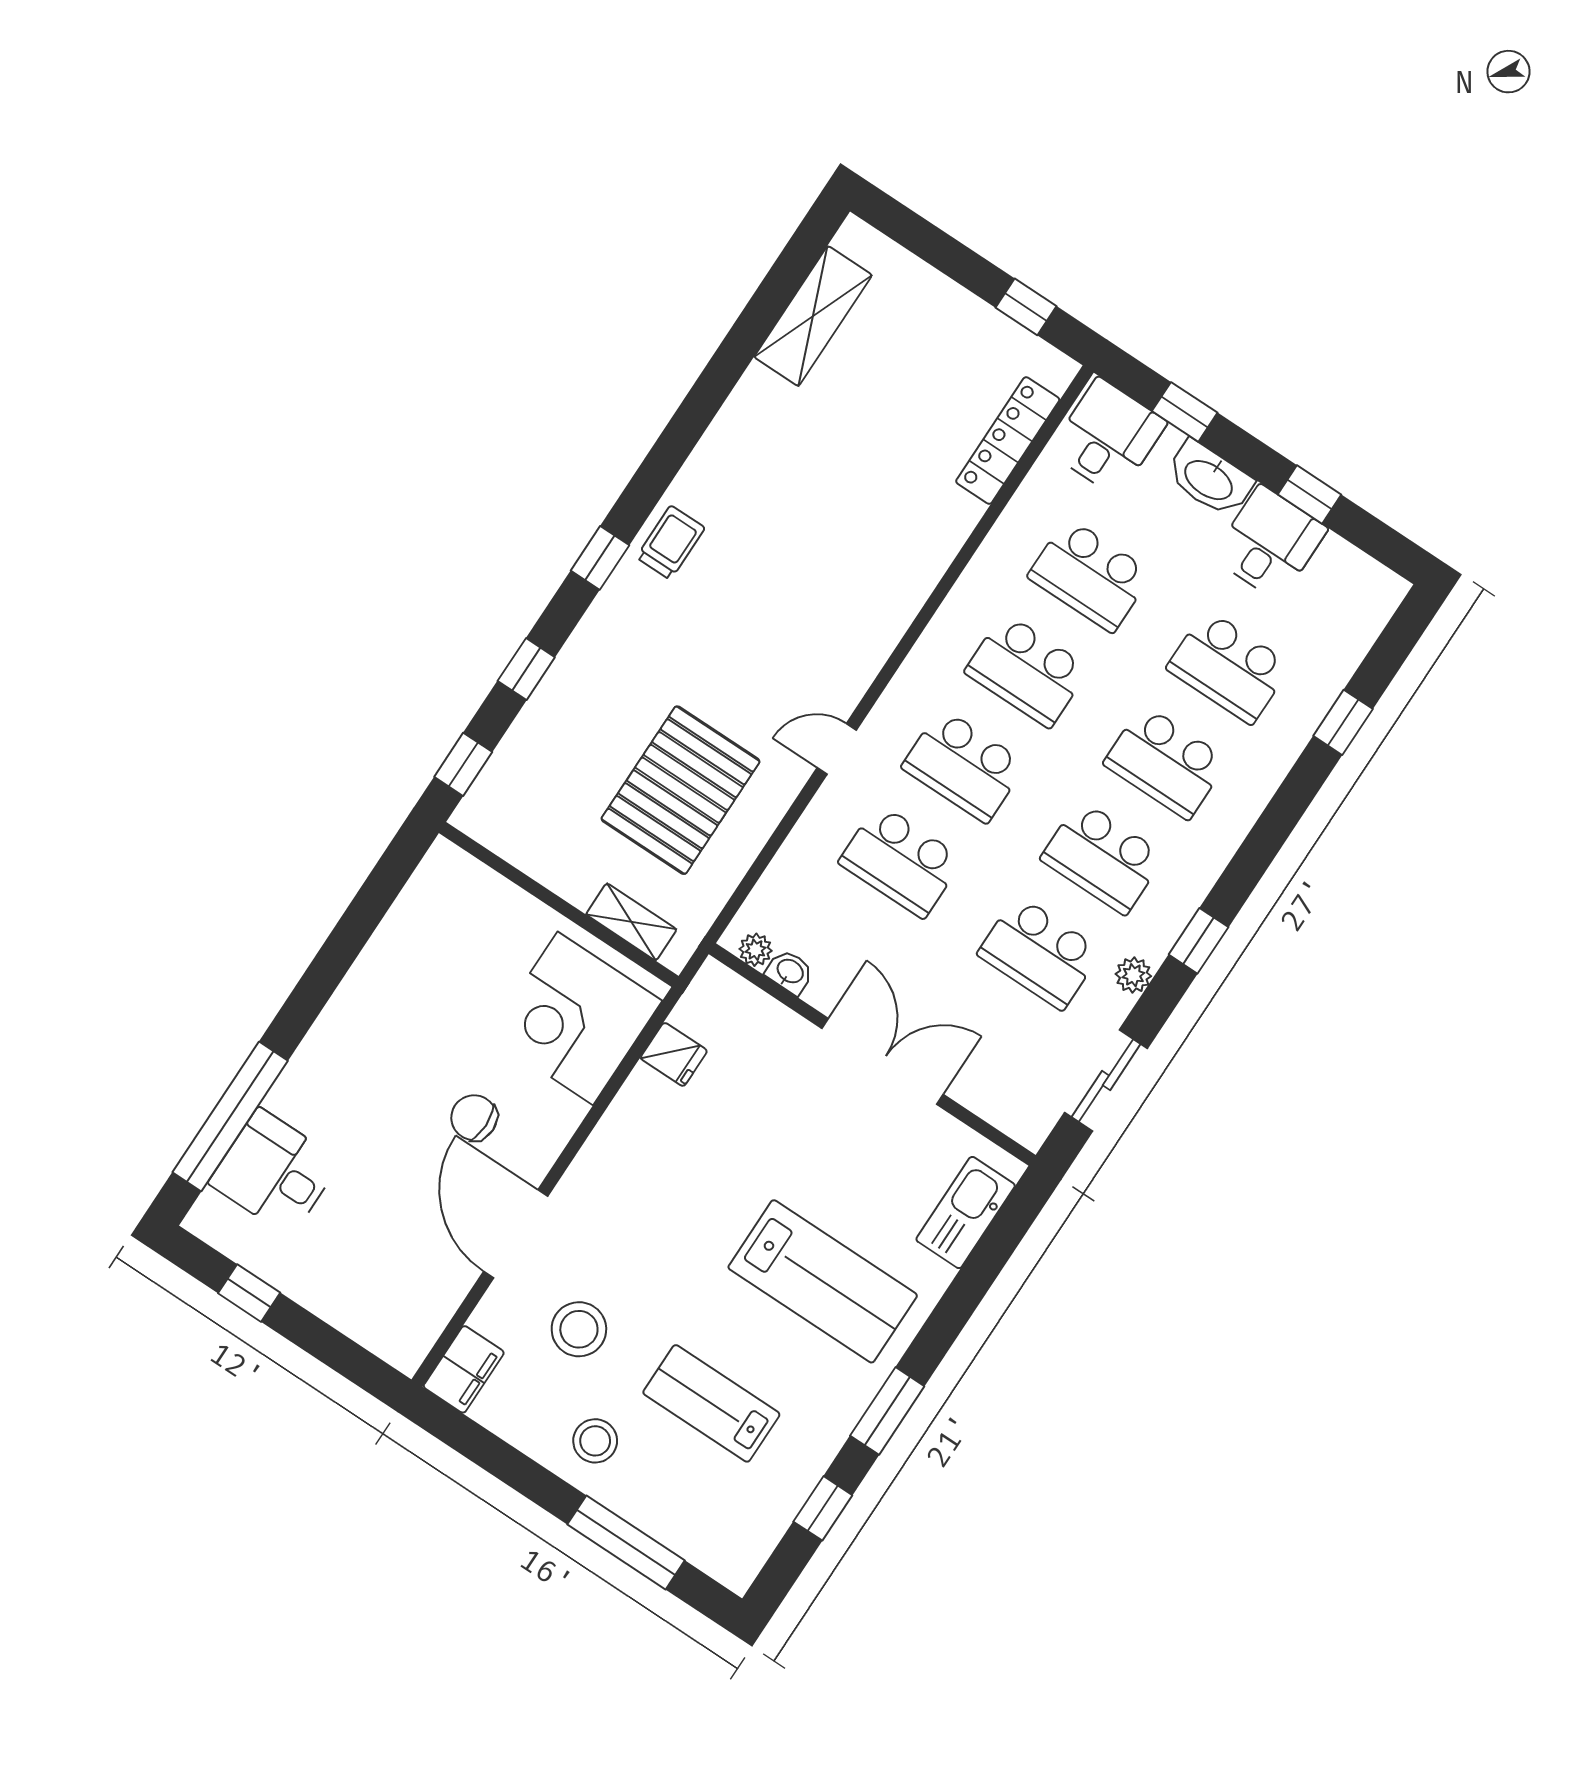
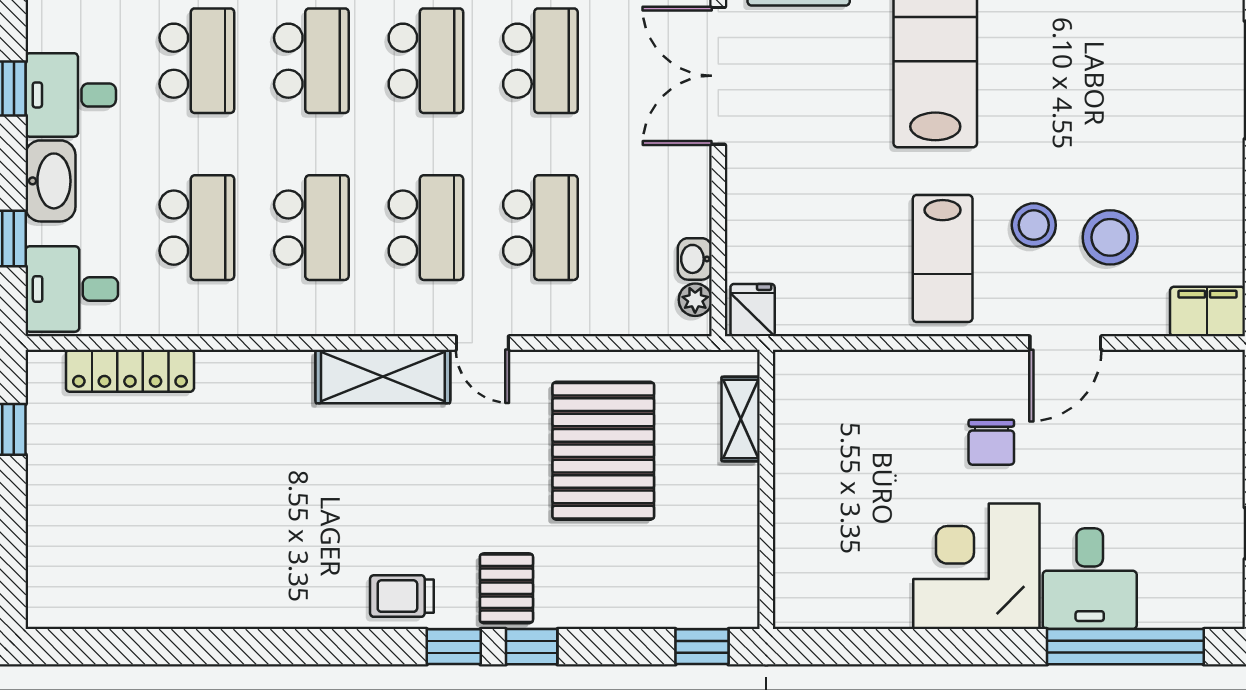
shelving: (813, 316) -> (383, 376), moved
pallet: (619, 634) -> (506, 588), added
window: (526, 669) -> (532, 647), moved
pallet: (681, 790) -> (603, 451), turned 90
corner desk: (575, 1018) -> (976, 566), moved, turned 180
fridge: (674, 1054) -> (753, 310), moved
double door: (883, 1061) -> (718, 76), moved
desk: (275, 1172) -> (1090, 579), moved
door: (516, 1234) -> (1065, 343), width x0.73
lab bench: (711, 1403) -> (943, 258), moved
stool: (595, 1441) -> (1034, 225), moved

